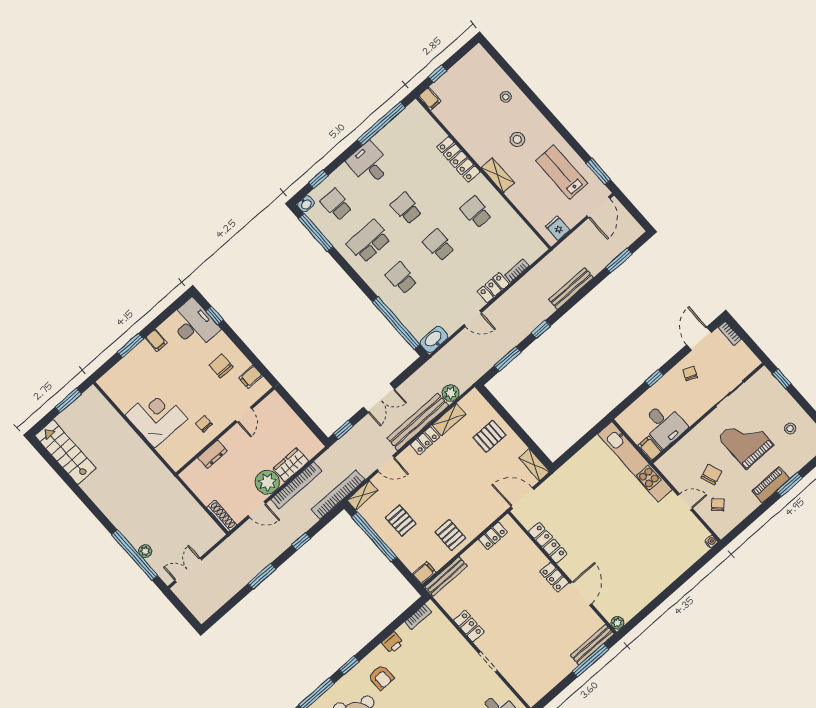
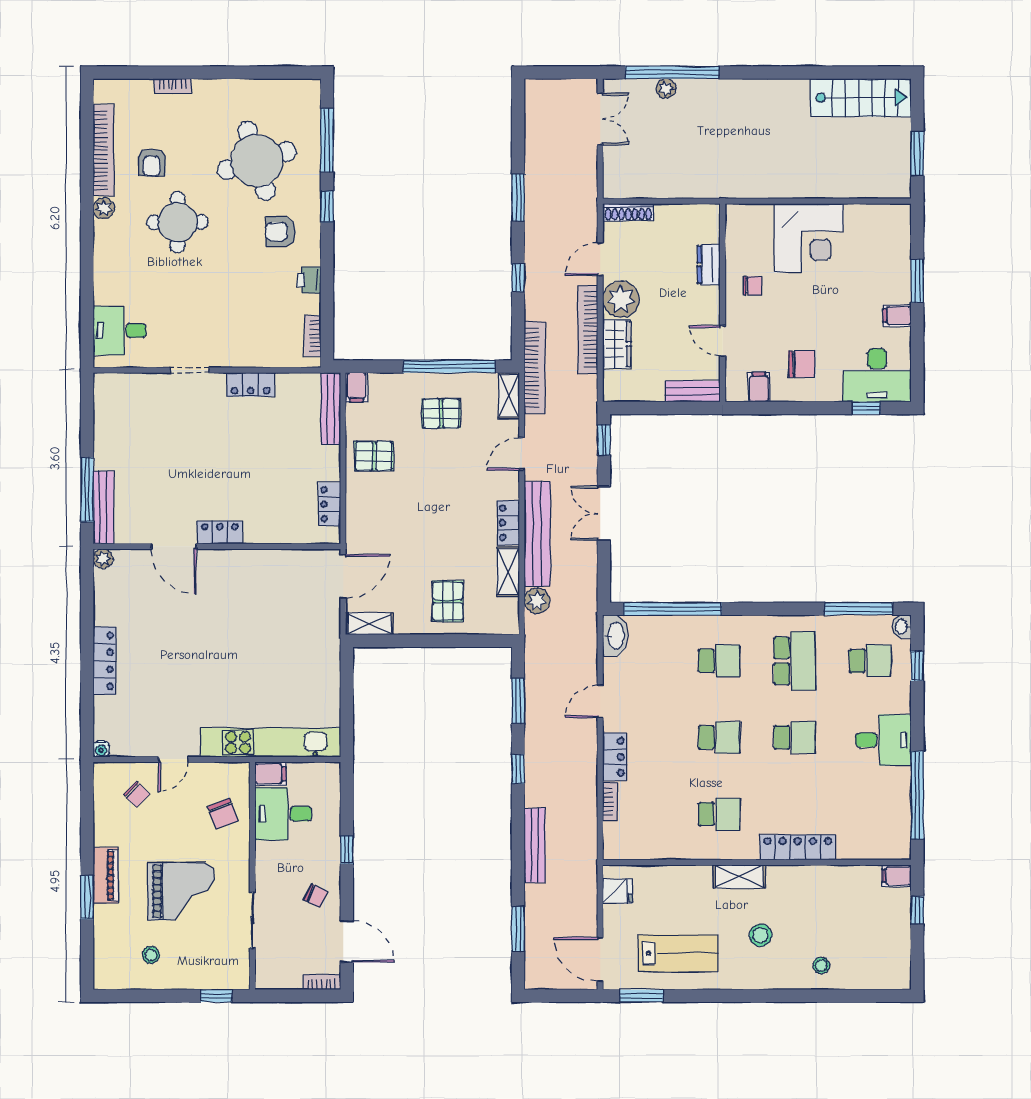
bench: (281, 407) -> (693, 391), added
chair: (711, 475) -> (223, 814), moved
locker: (548, 543) -> (104, 661), moved, turned -90

